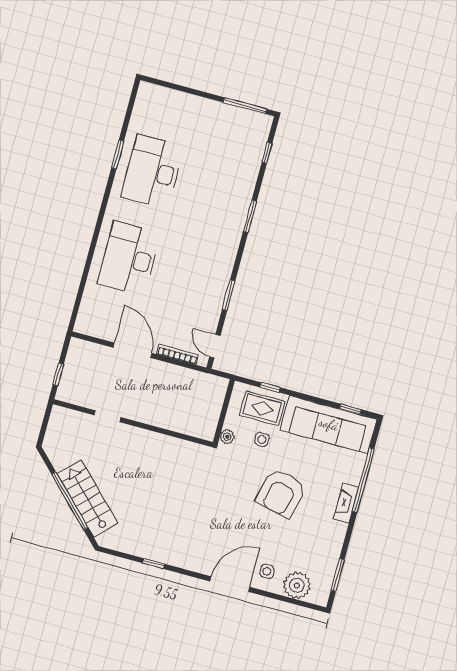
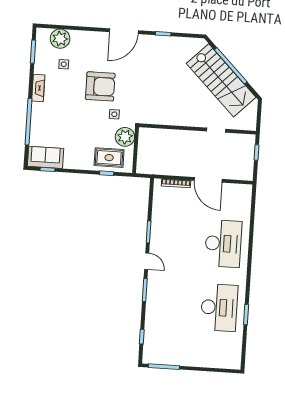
door: (215, 346) -> (147, 261), moved
sofa: (329, 424) -> (46, 157), width x0.54, depth x0.79
plant: (227, 437) -> (125, 137), width x1.88, depth x1.88
side table: (262, 439) -> (114, 114), moved
armchair: (281, 493) -> (100, 86), moved, turned 77
stairs: (87, 498) -> (221, 80), width x1.36, depth x1.51
fireplace: (346, 503) -> (38, 88), moved
side table: (267, 571) -> (64, 64), moved
door: (230, 584) -> (124, 31), moved

